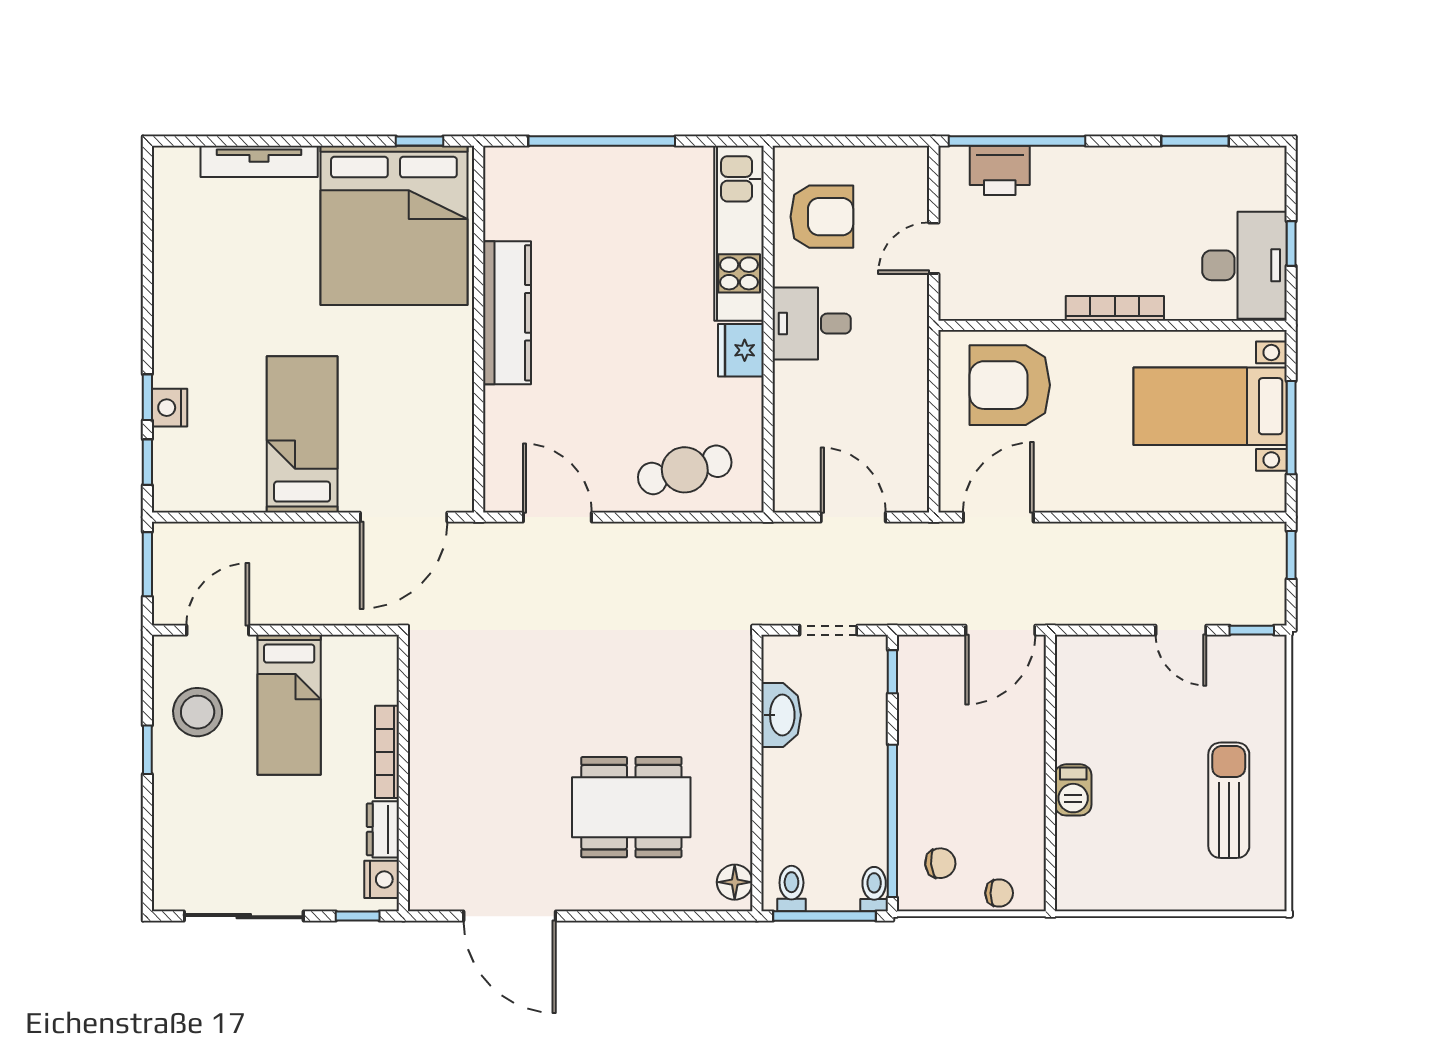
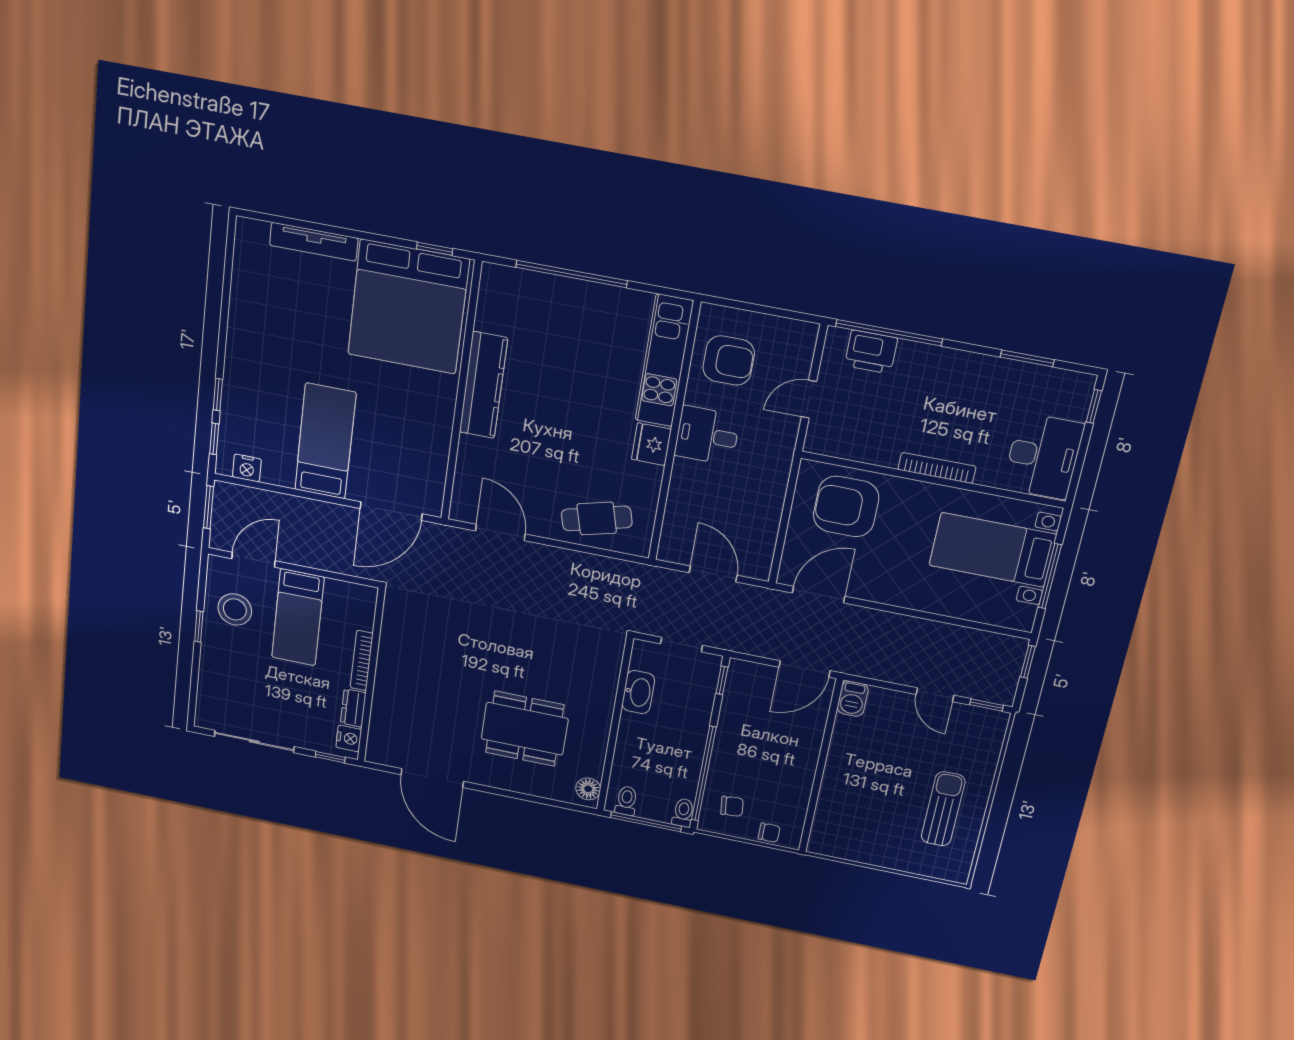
window: (1291, 243) -> (1094, 406), moved
nightstand: (169, 408) -> (247, 468), moved, turned -90
barbecue: (1073, 790) -> (853, 699), moved

